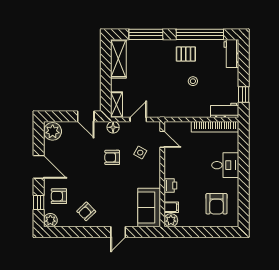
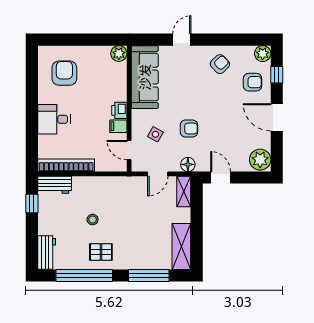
printer: (170, 185) -> (119, 110), moved
filing cabinet: (171, 207) -> (118, 126), moved
sofa: (149, 208) -> (145, 77), width x1.36

